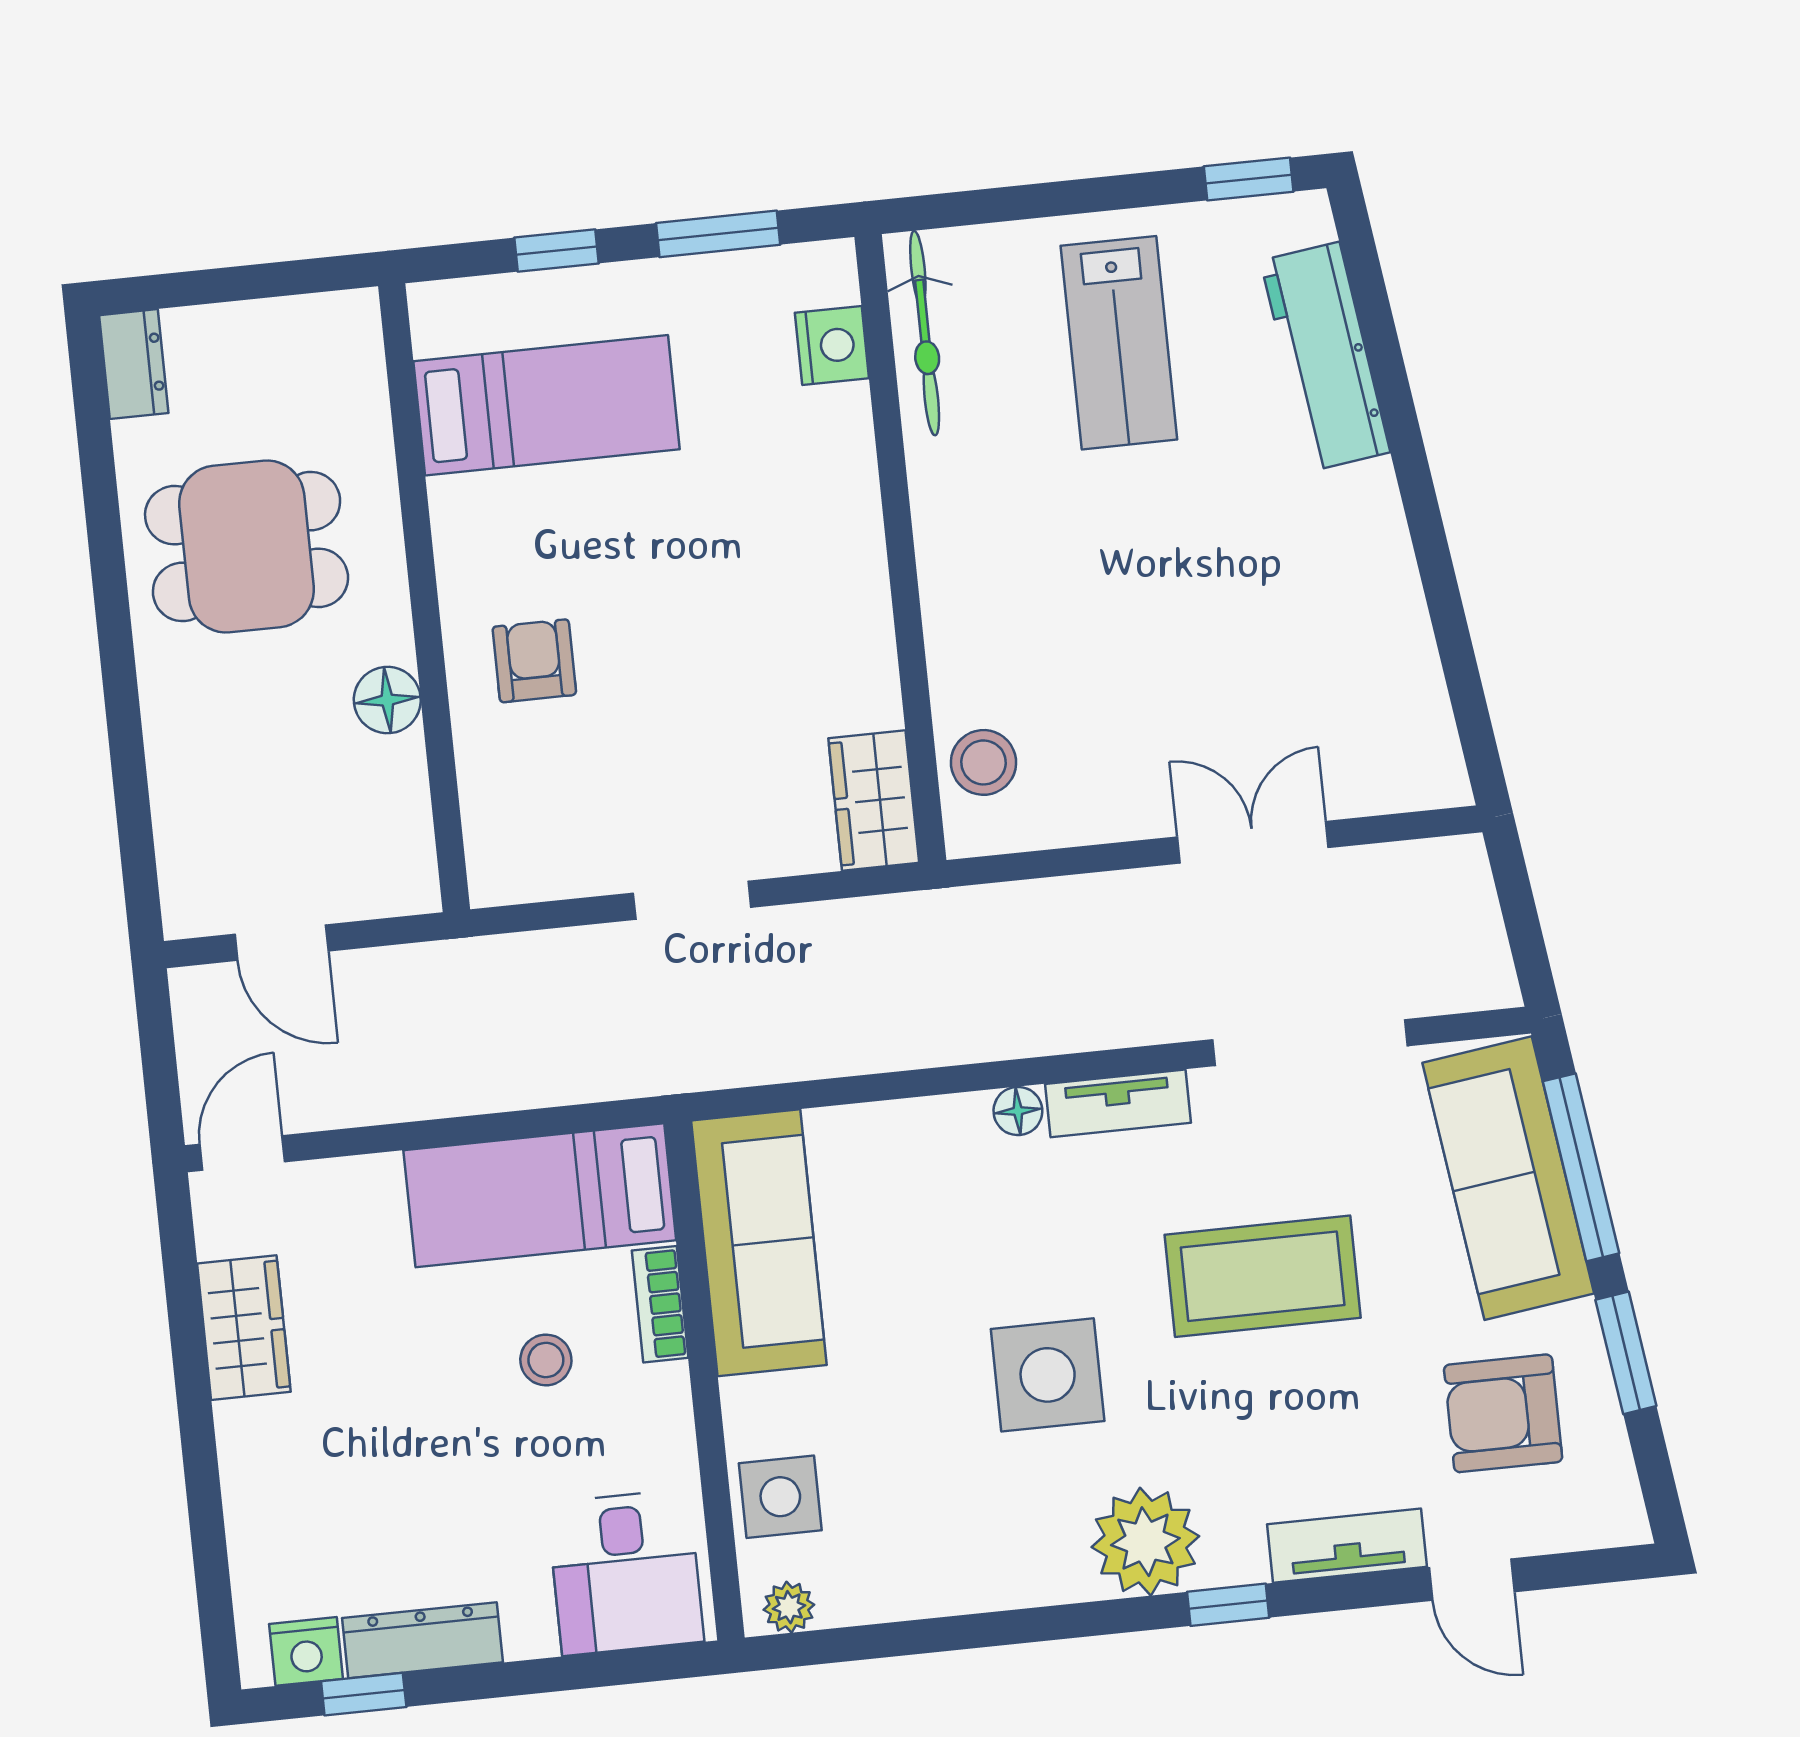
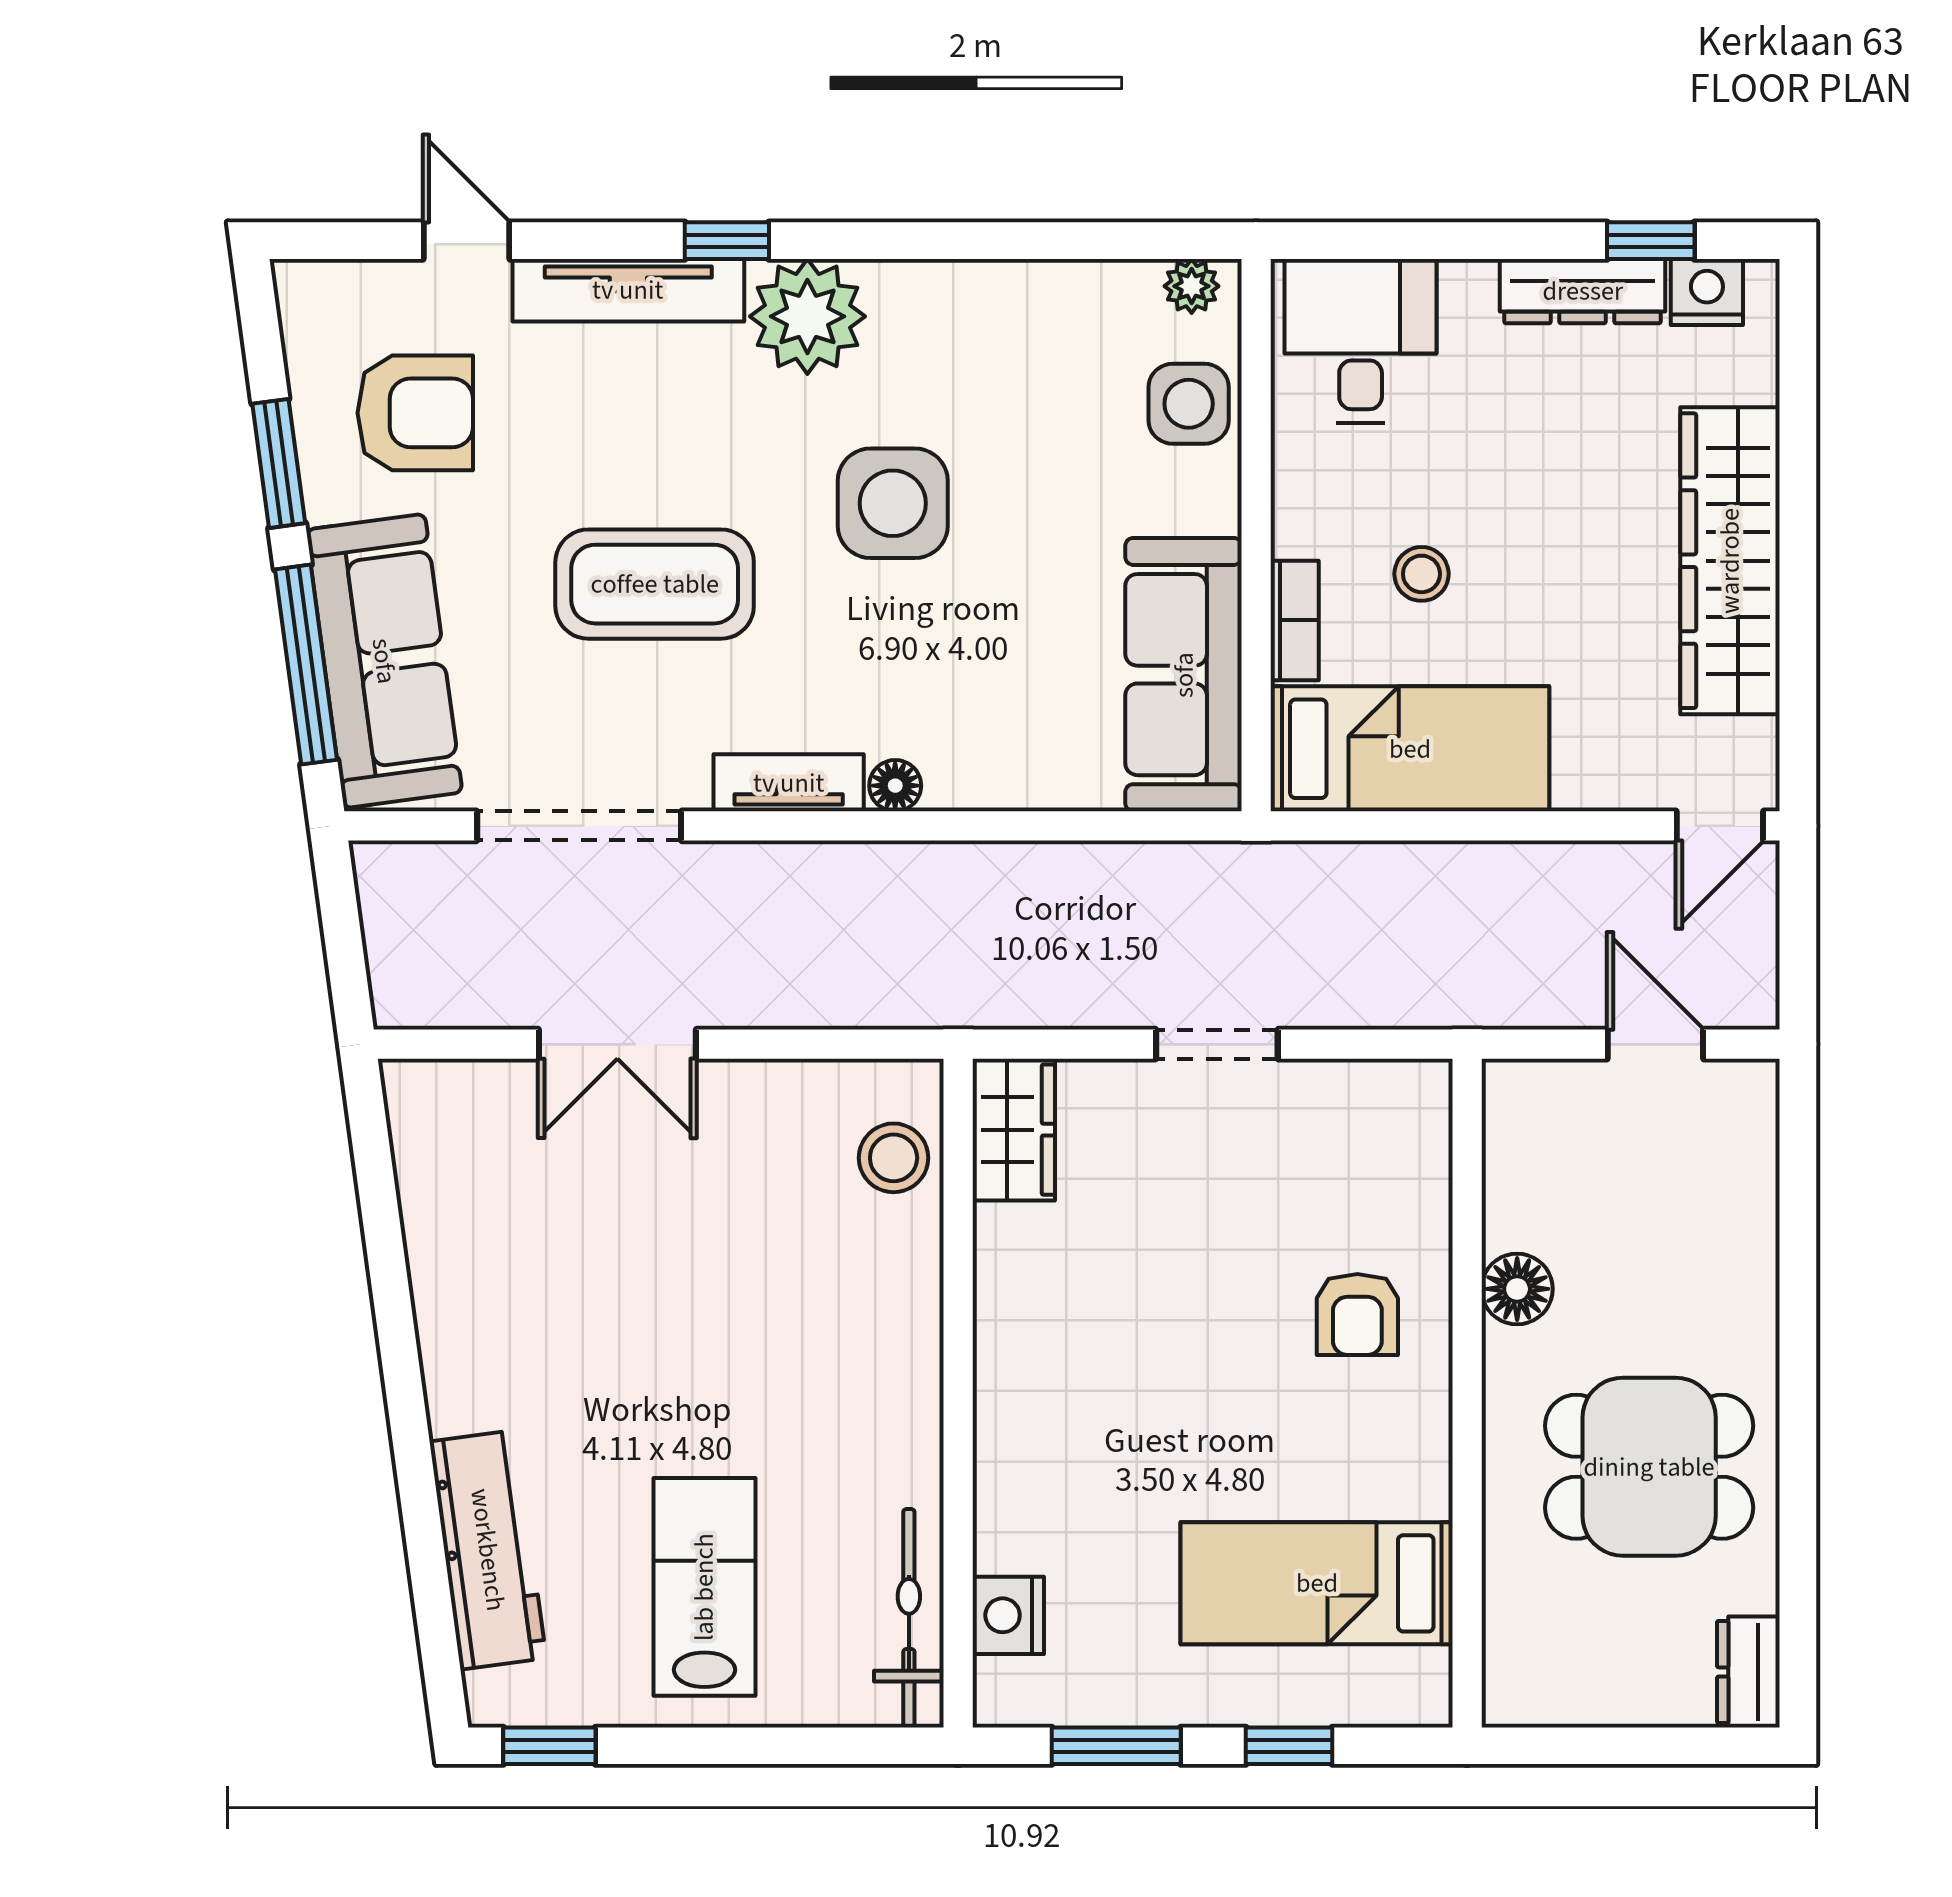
wardrobe: (244, 1328) -> (1730, 561), width x2.10, depth x1.17
tv unit: (1347, 1546) -> (628, 290), width x1.41

